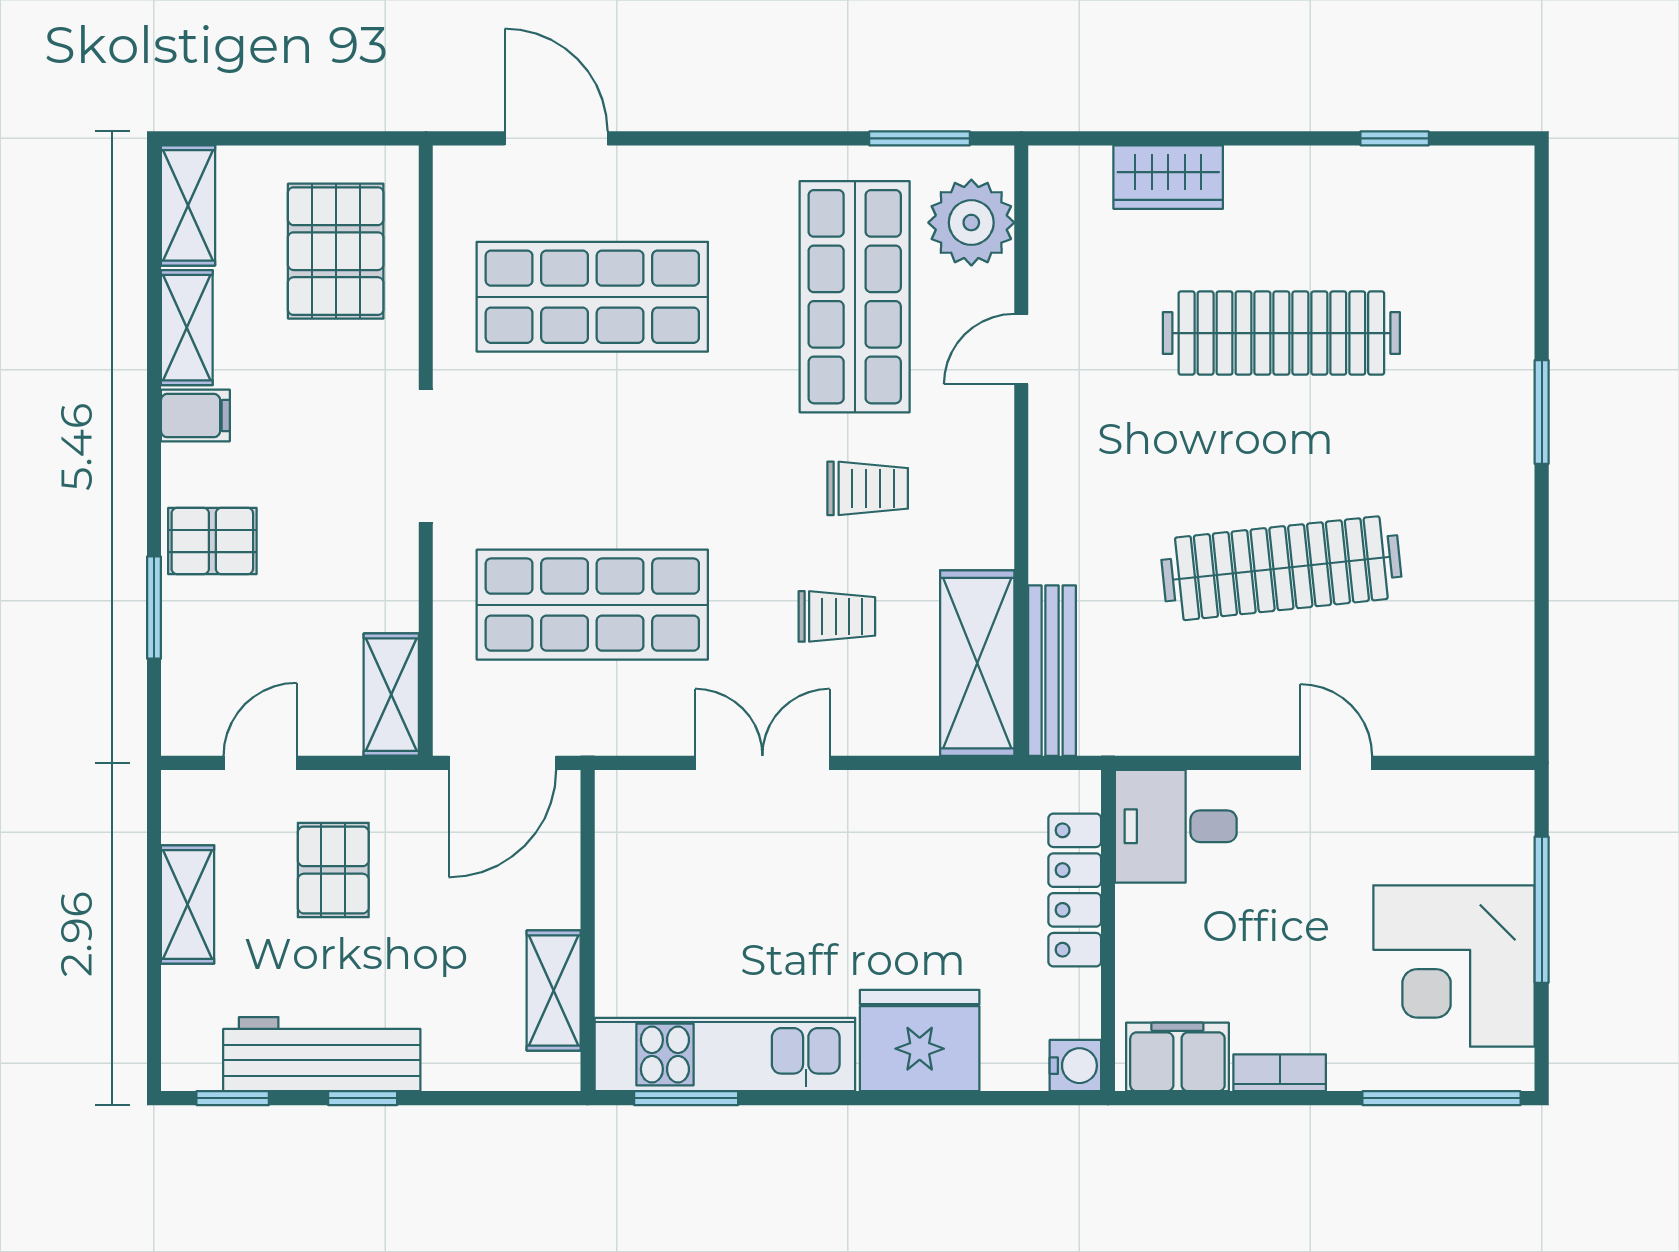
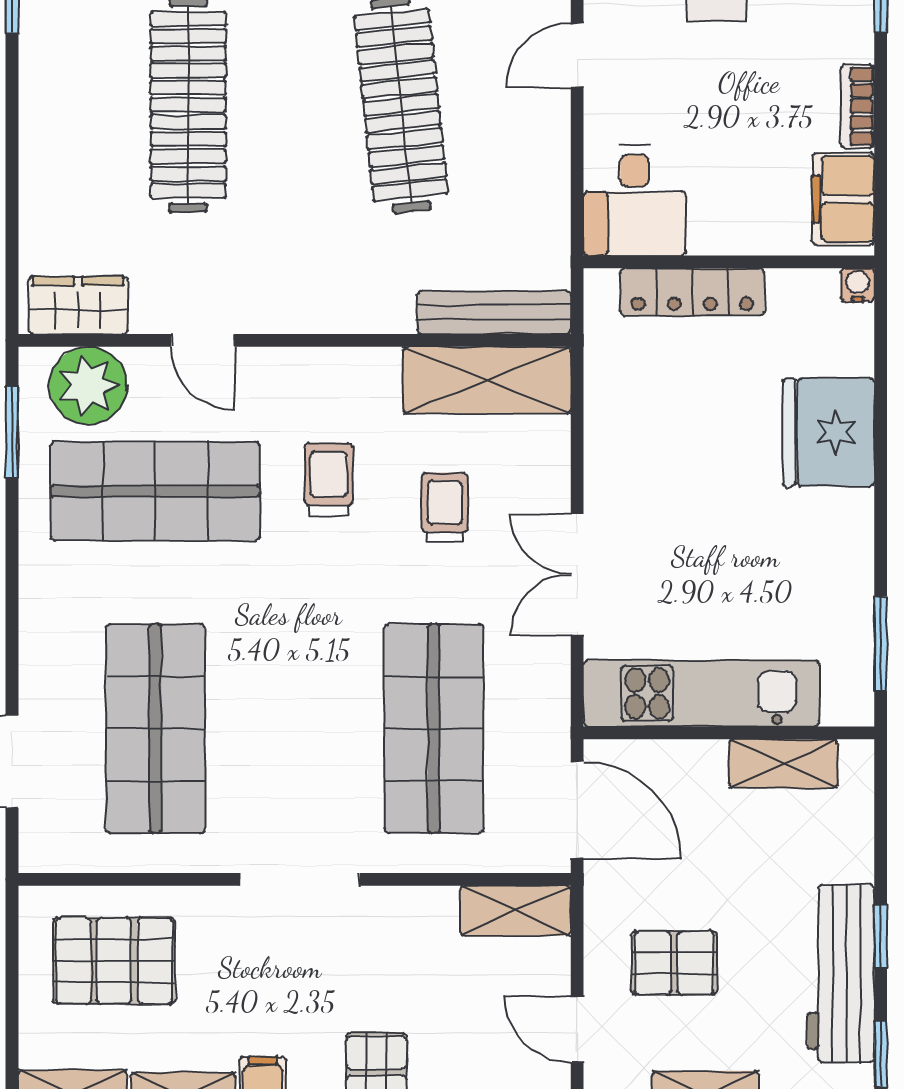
wardrobe: (1168, 177) -> (78, 305), moved, turned -90
kitchen unit: (725, 1055) -> (701, 693), moved, turned 90
water cooler: (1075, 1066) -> (858, 285), width x0.72, depth x0.72

